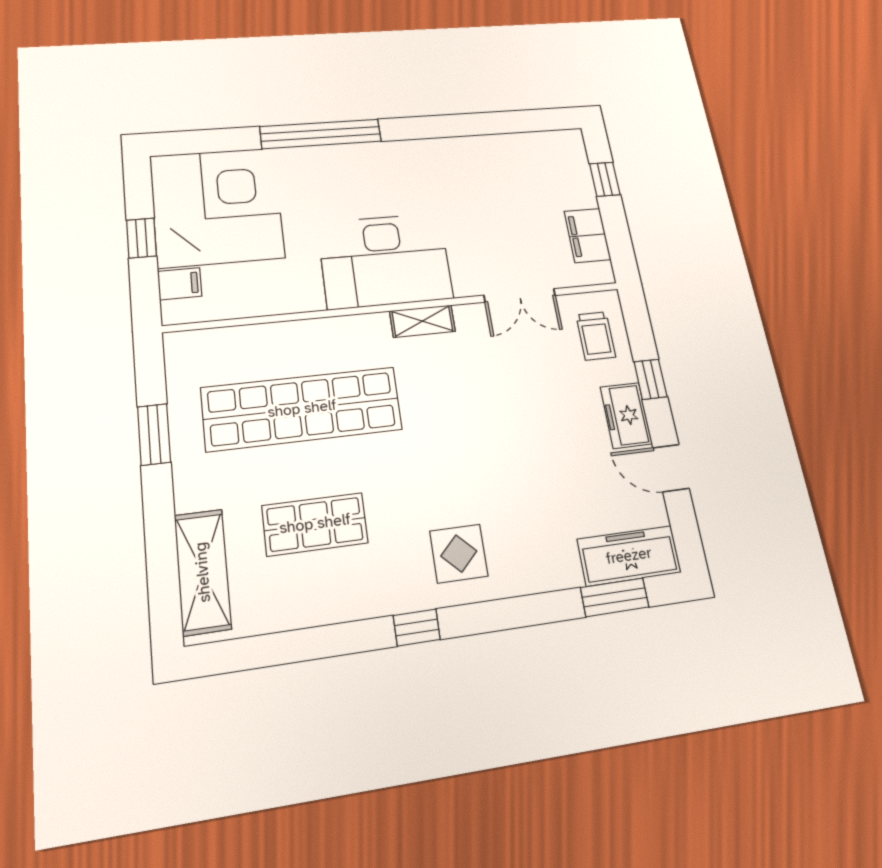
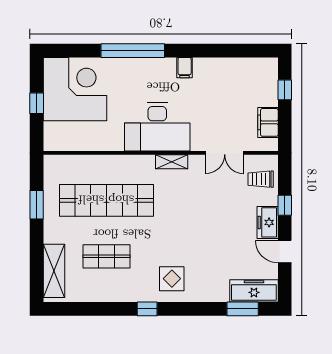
filing cabinet: (180, 284) -> (185, 68), moved, turned 90
trolley: (596, 336) -> (261, 179), turned 90

